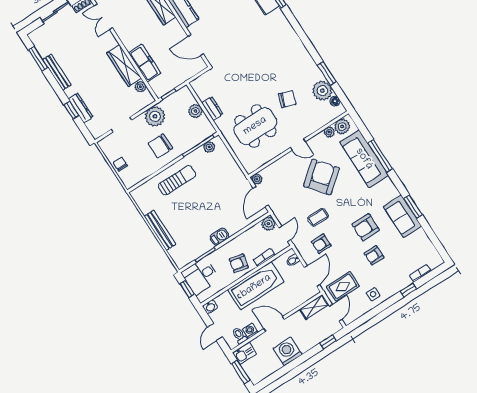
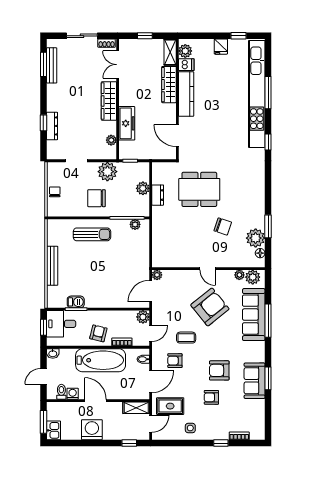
wardrobe: (124, 66) -> (109, 101), moved
bench: (57, 72) -> (52, 65), moved
dining table: (255, 126) -> (199, 189), moved
barbecue: (219, 237) -> (76, 302), moved
armchair: (239, 263) -> (98, 333), turned 92
kitchen sink: (244, 353) -> (54, 430), moved, turned -90

